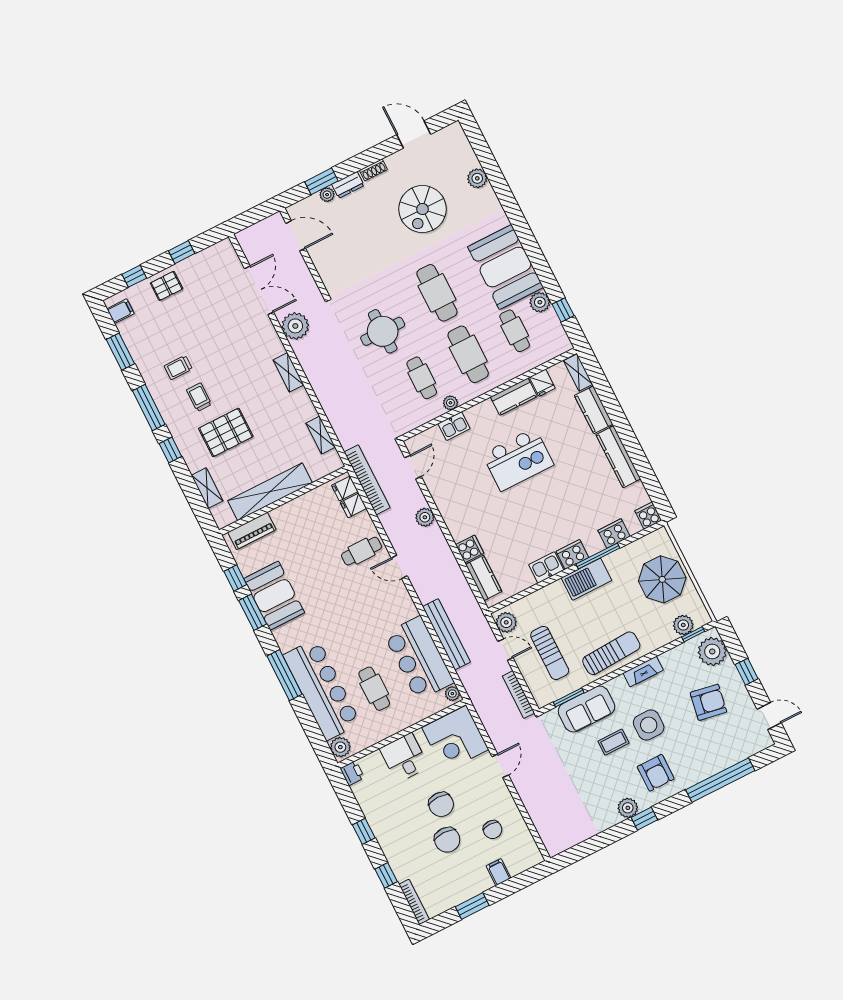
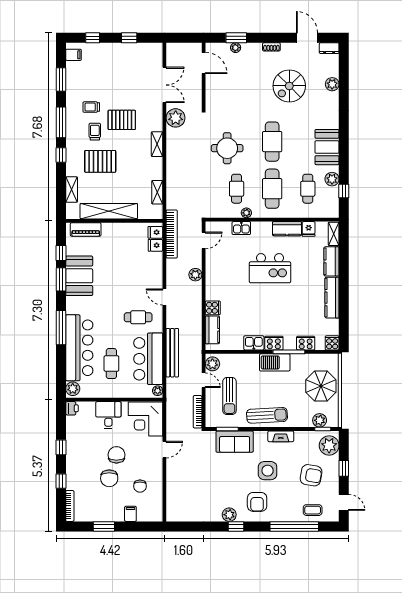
dresser: (348, 185) -> (329, 48), moved
booth: (505, 267) -> (327, 147), width x0.73, depth x0.70
pallet: (167, 286) -> (122, 120), moved, width x1.50, depth x1.42
cafe table: (361, 551) -> (138, 317), moved
coffee table: (613, 742) -> (313, 510), moved
chair: (441, 804) -> (116, 455), turned 180

